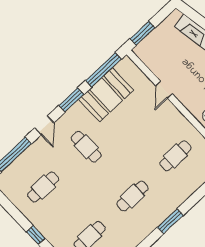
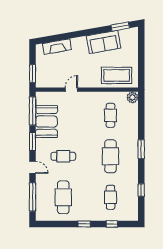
door: (164, 90) -> (71, 90), swing flipped
cafe table: (43, 187) -> (63, 197), width x1.37, depth x1.35
cafe table: (133, 196) -> (110, 156), width x1.37, depth x1.35

